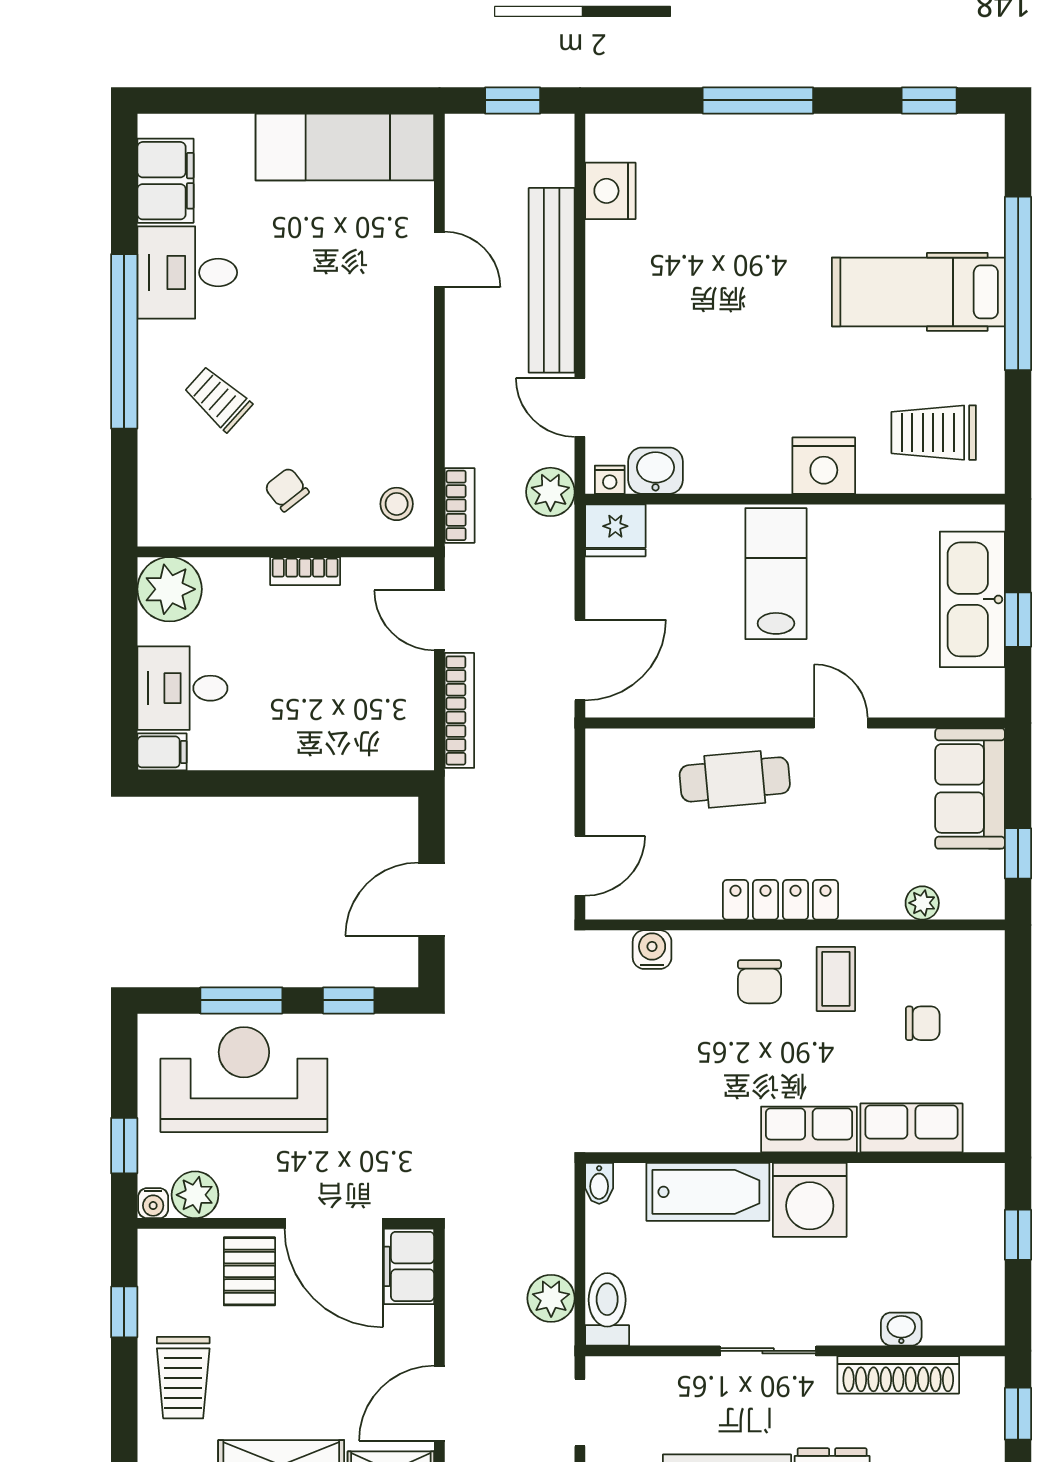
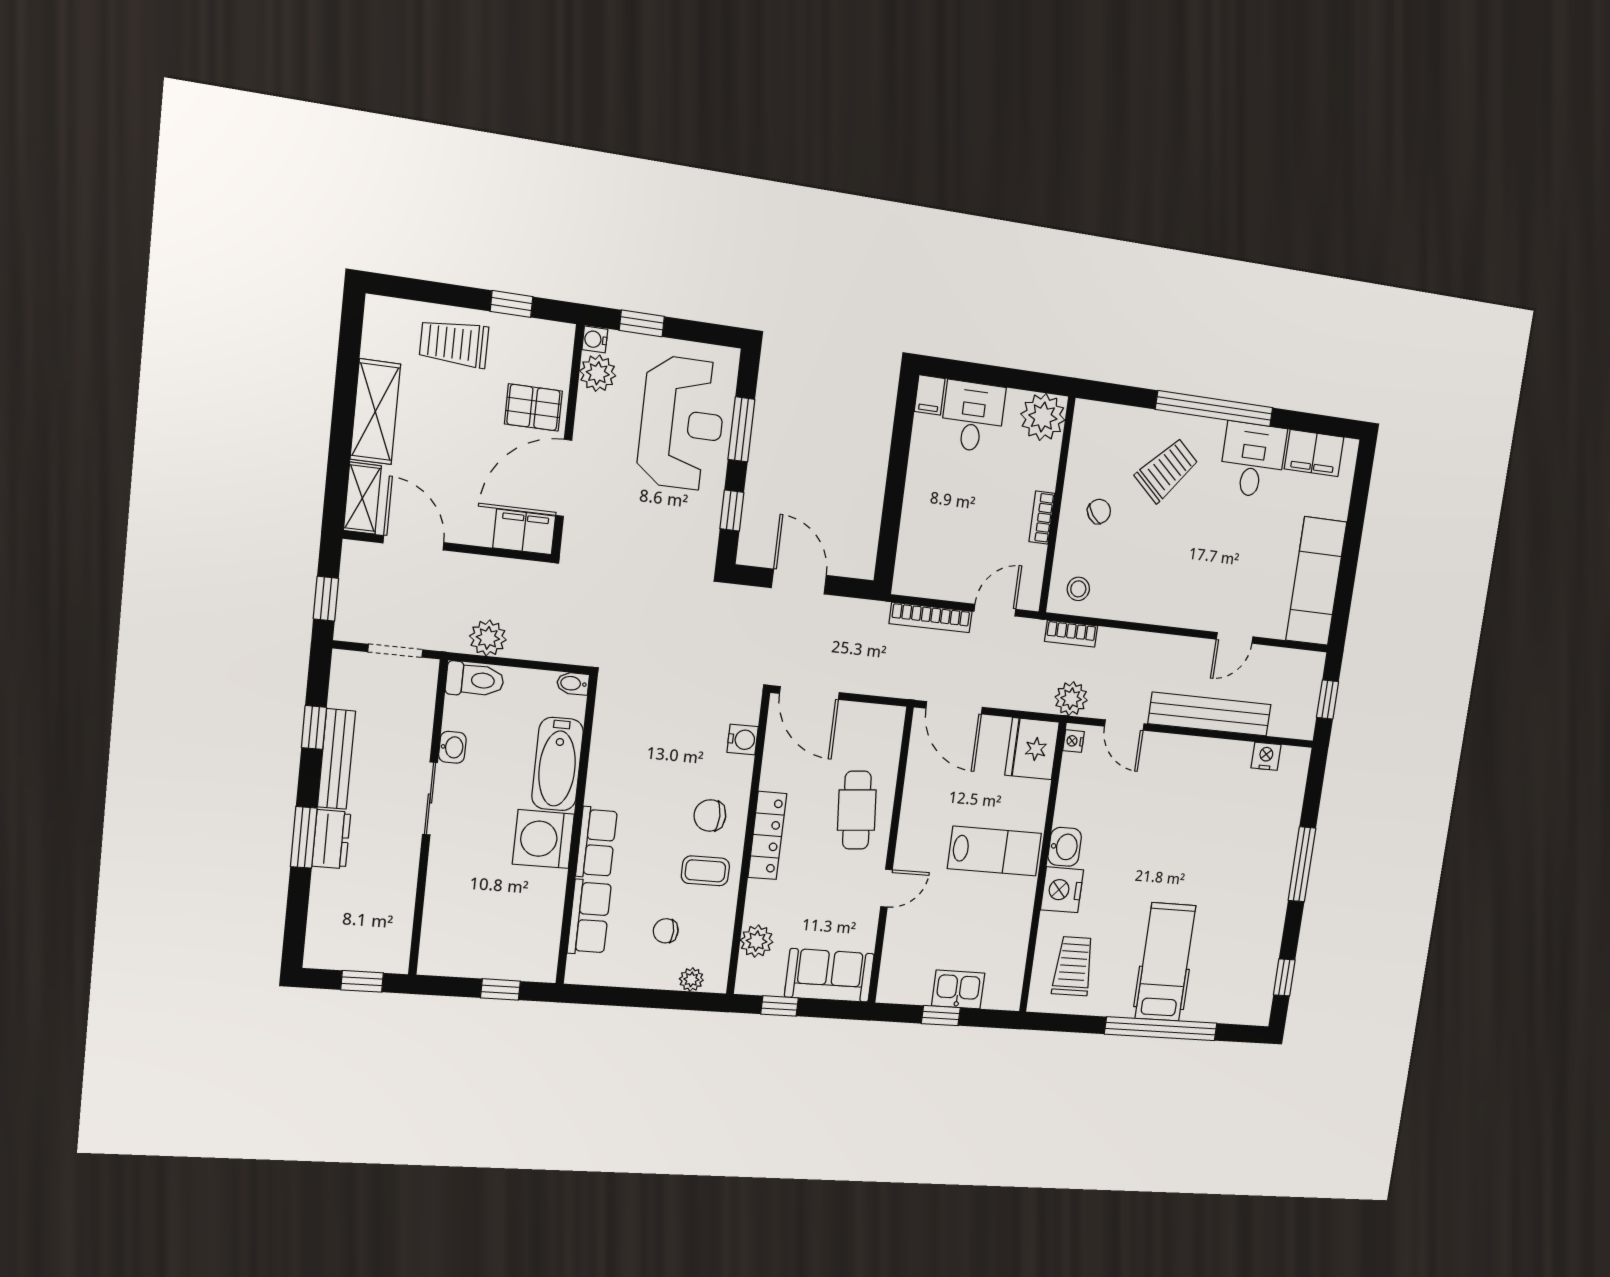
nightstand: (610, 191) -> (1266, 756), width x0.74, depth x0.75
trolley: (218, 399) -> (1167, 470), width x1.36, depth x1.39
door: (580, 407) -> (1124, 725), swing flipped
washbasin: (656, 471) -> (1065, 847), moved
fridge: (615, 530) -> (1032, 749), width x1.36, depth x1.34
kitchen sink: (972, 599) -> (958, 989), width x0.53, depth x0.81
door: (580, 866) -> (810, 693), width x1.38
plant: (922, 903) -> (757, 941), width x1.38, depth x1.38
plant: (988, 980) -> (691, 979), added
chair: (923, 1023) -> (666, 931), turned 90
washbasin: (901, 1329) -> (452, 747), moved
shoe rack: (898, 1375) -> (401, 894), removed

